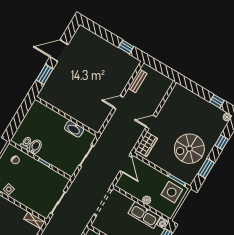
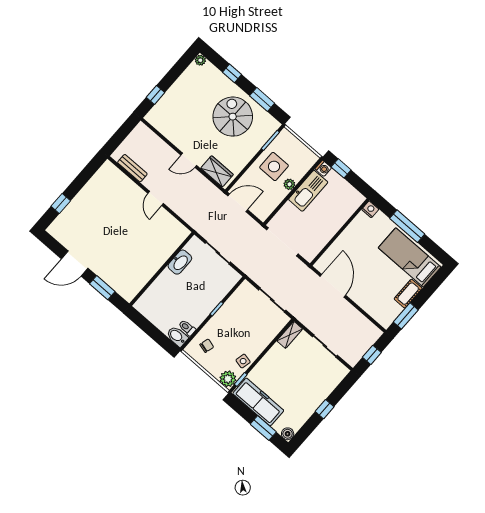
window: (126, 47) -> (61, 204), moved
door: (59, 51) -> (75, 263), hinge flipped
window: (217, 101) -> (155, 95), moved
door: (151, 122) -> (189, 160), hinge flipped
bidet: (35, 147) -> (177, 336), moved
spiral stairs: (189, 149) -> (233, 117), turned 180
side table: (172, 192) -> (274, 167), moved

